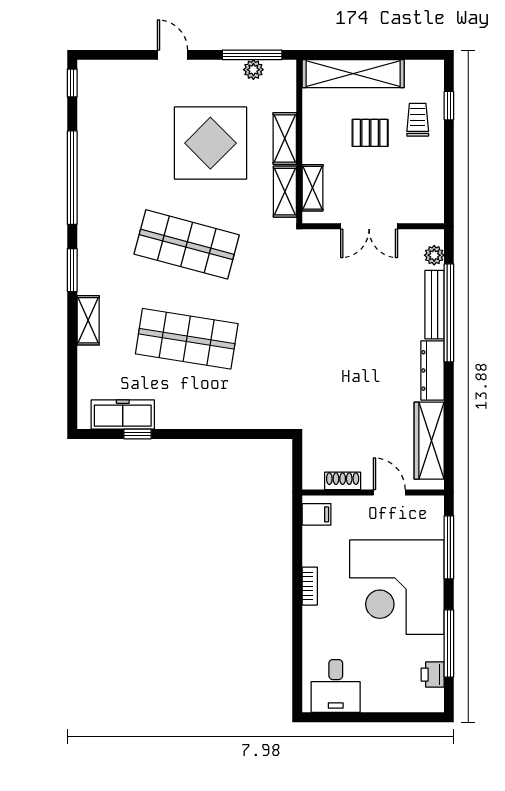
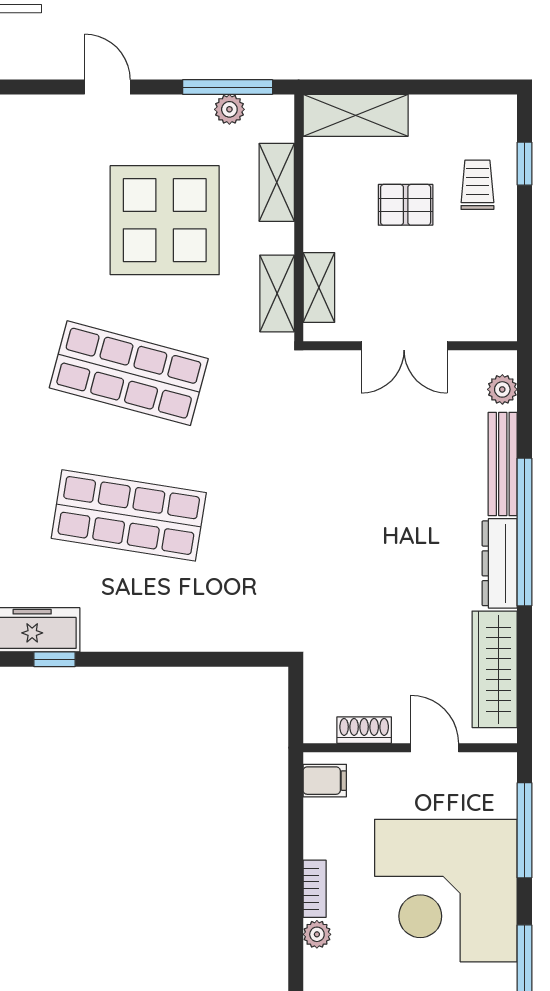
shelving: (353, 74) -> (356, 115), width x0.68
shelving: (285, 138) -> (277, 182), moved
window: (449, 313) -> (524, 532), moved
plant: (311, 616) -> (317, 934), added

